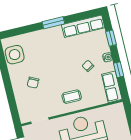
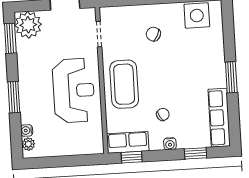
window: (119, 70) -> (132, 157), moved
coffee table: (72, 97) -> (124, 84), width x1.86, depth x1.72

